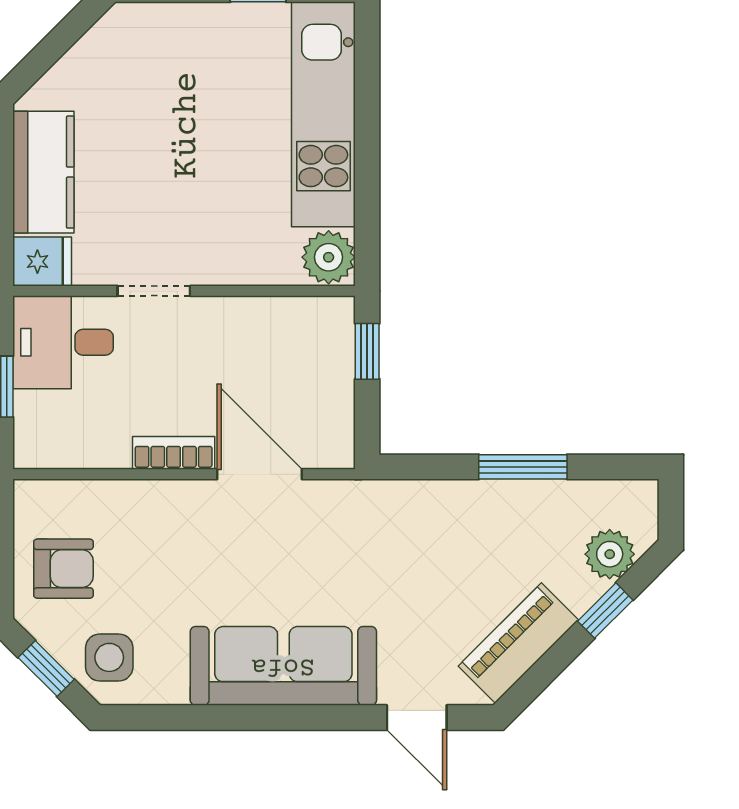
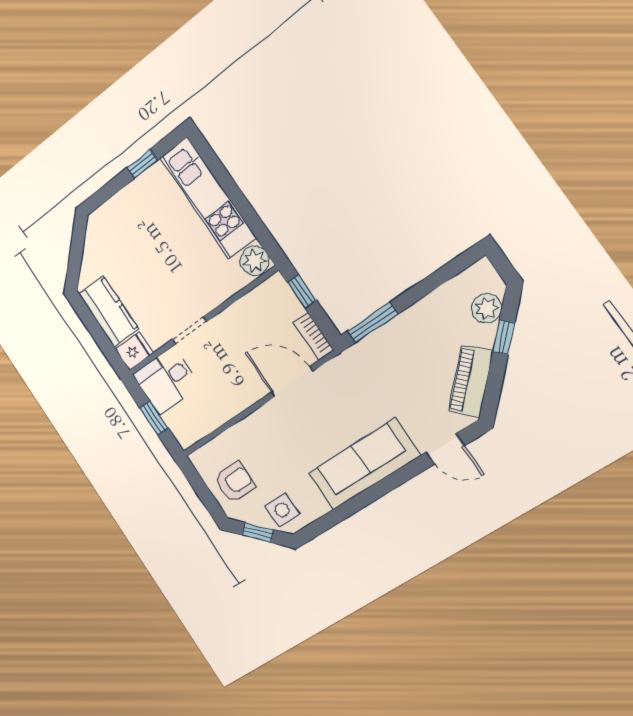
bookcase: (174, 453) -> (313, 336), moved, turned -90
window: (523, 467) -> (373, 322), moved

